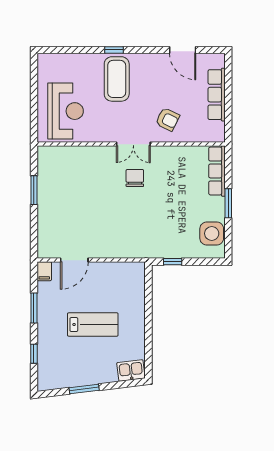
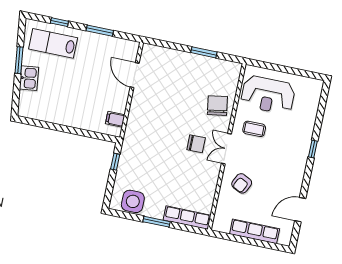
coffee table: (117, 79) -> (254, 129), moved, width x0.54, depth x0.58
chair: (89, 164) -> (217, 106), added
filing cabinet: (44, 271) -> (115, 119), moved
lab bench: (93, 325) -> (53, 43), moved, turned 90
kitchen sink: (131, 370) -> (29, 78), moved

